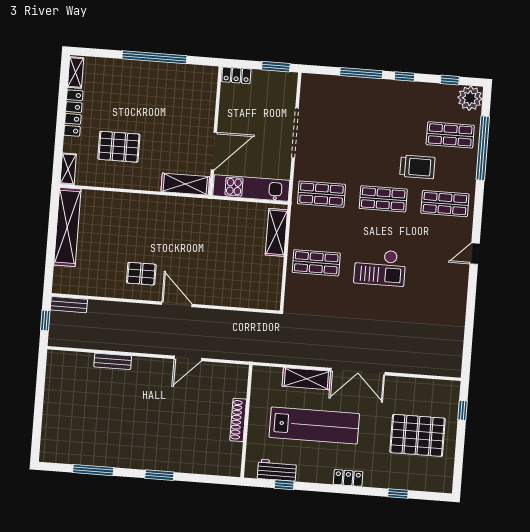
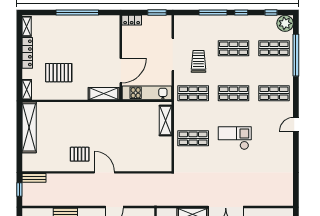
shop shelf: (388, 130) -> (234, 48), added
trolley: (417, 167) -> (199, 61), moved, turned -90
checkout: (380, 267) -> (235, 138), turned 180

